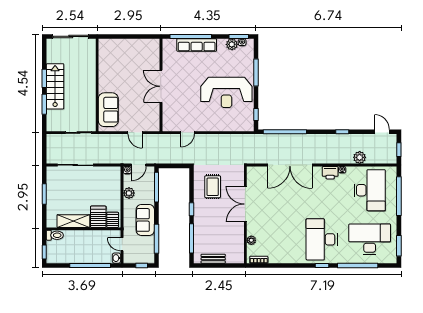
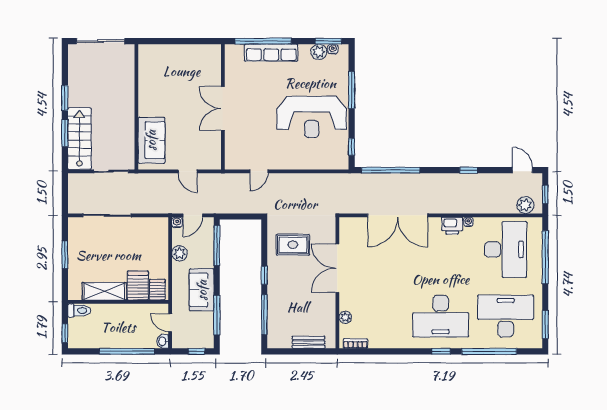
stairs: (55, 86) -> (79, 139), moved
plant: (360, 157) -> (525, 205), moved
rug: (213, 187) -> (293, 245), turned 90
desk: (322, 239) -> (441, 316), turned -90
bench: (213, 259) -> (308, 342), moved

